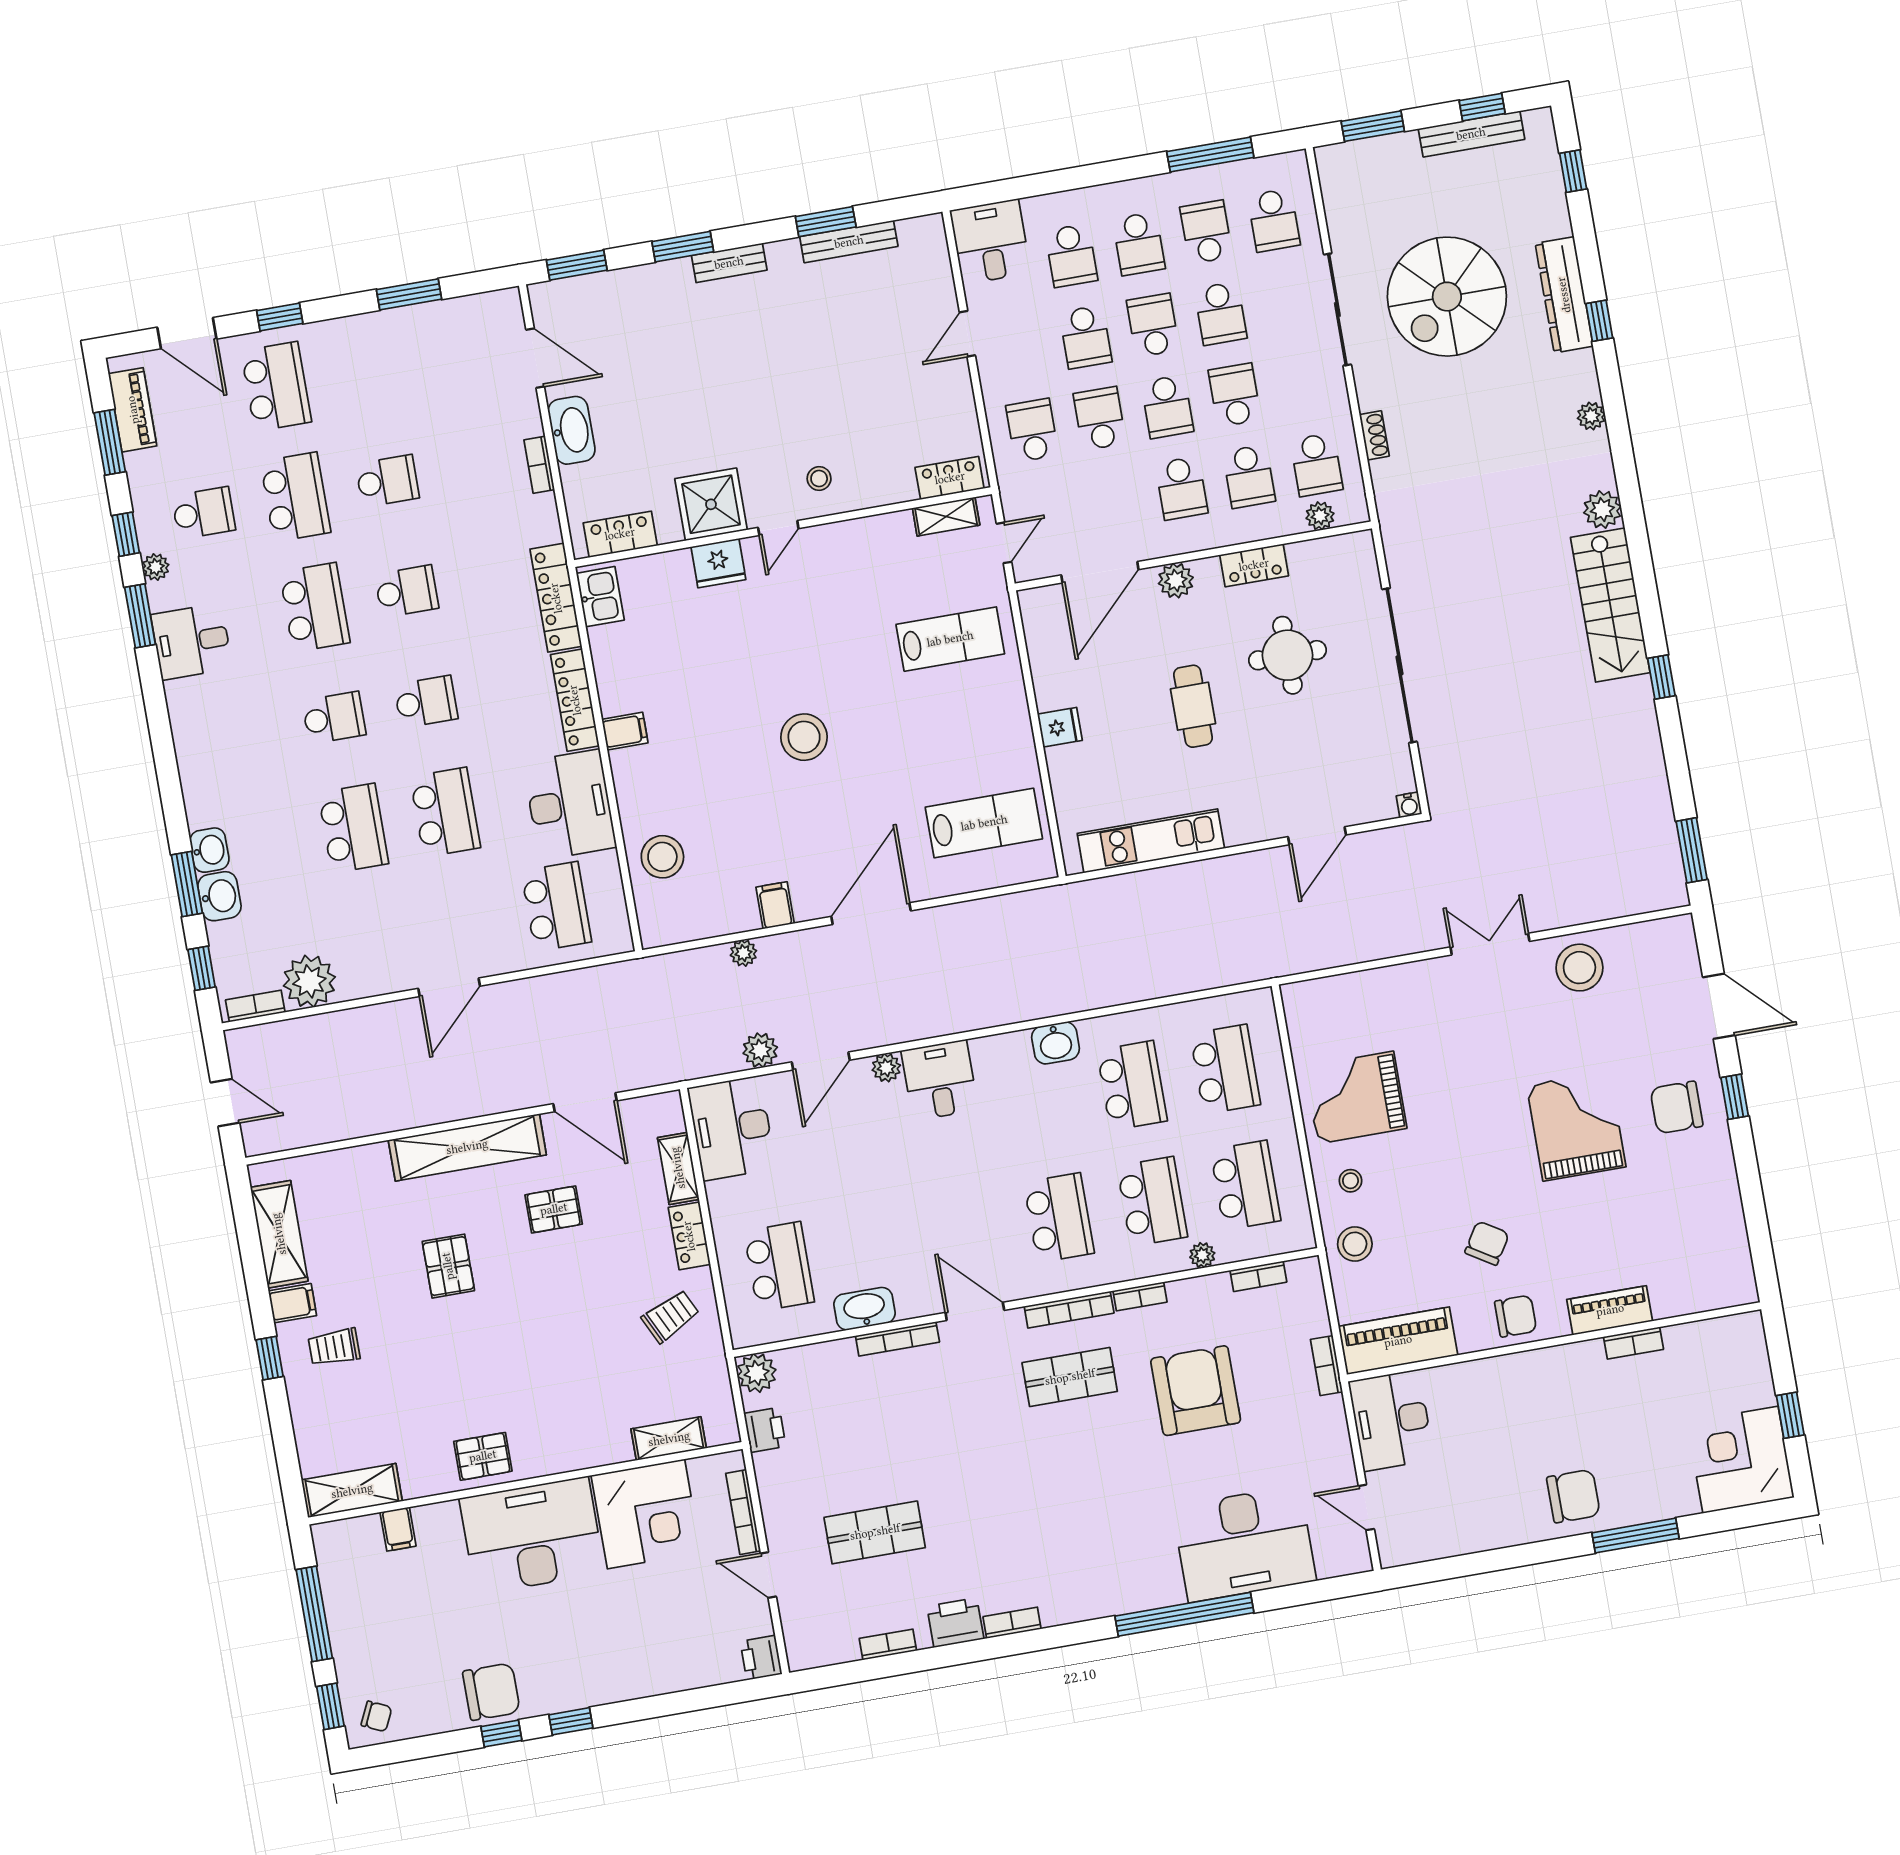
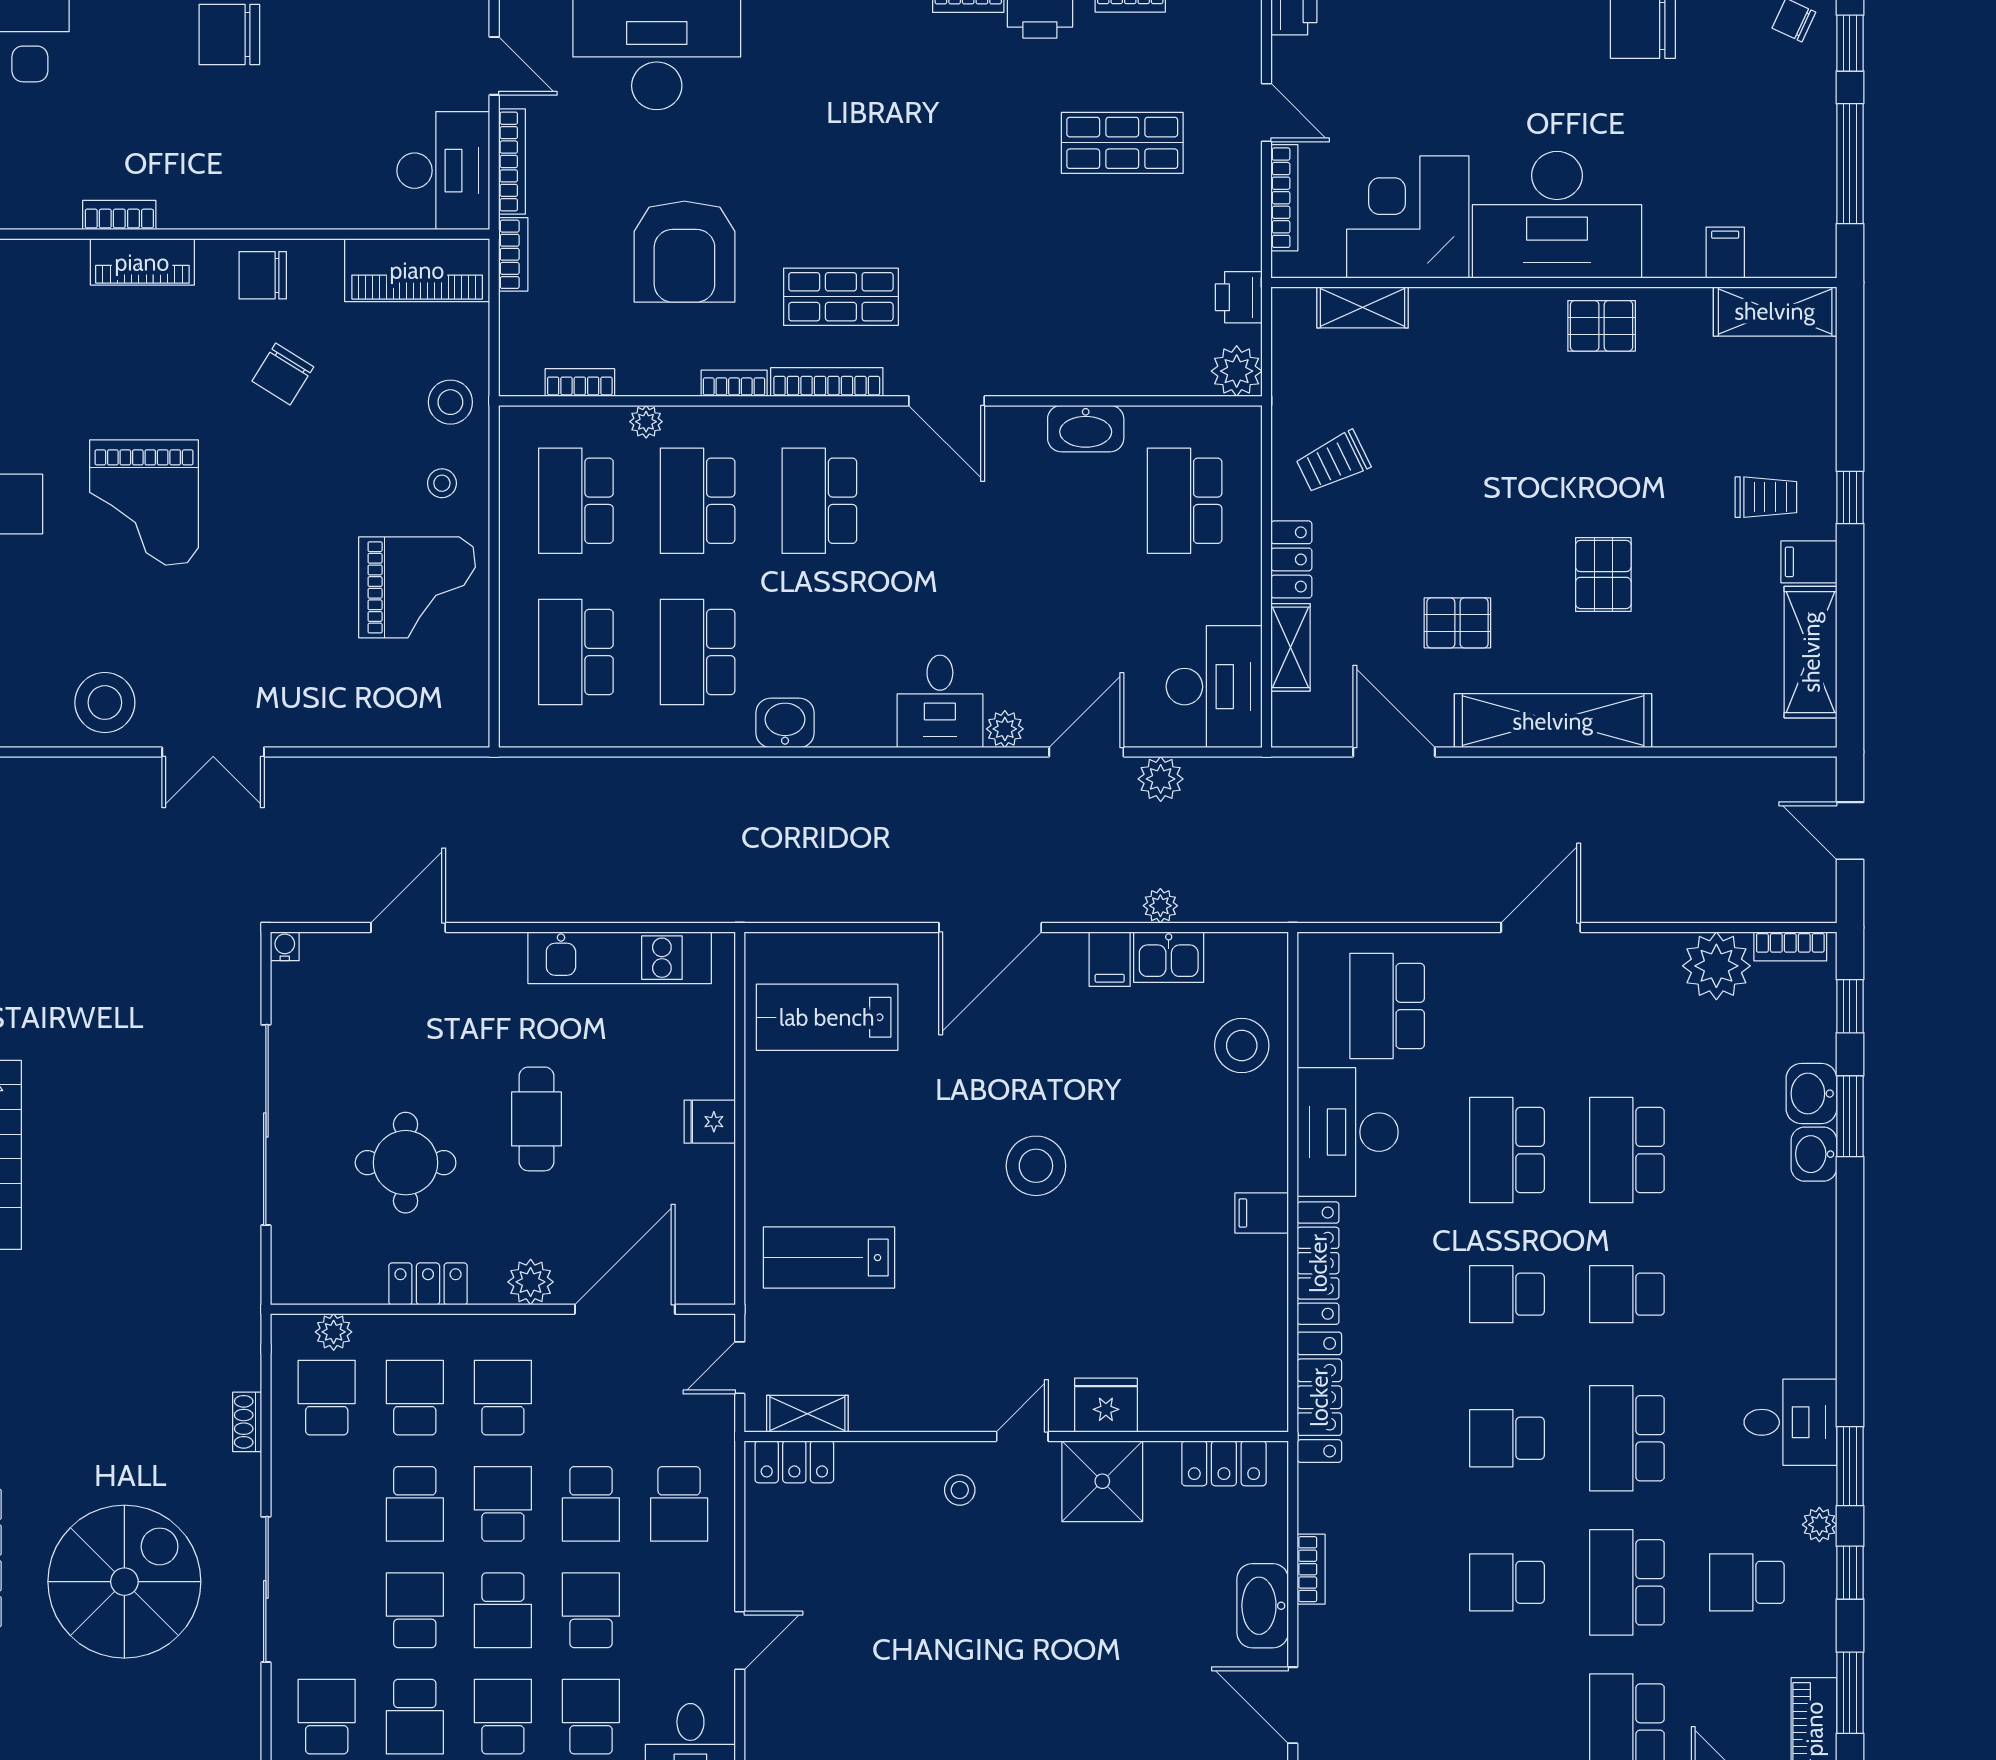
kitchen sink: (600, 597) -> (1169, 957), moved, turned -90
bookcase: (897, 1339) -> (512, 161), moved, turned 90

